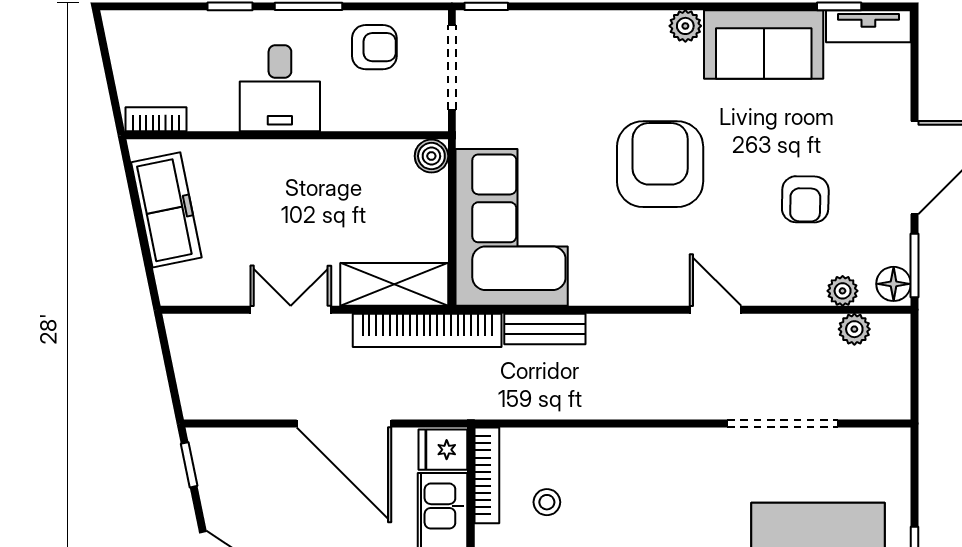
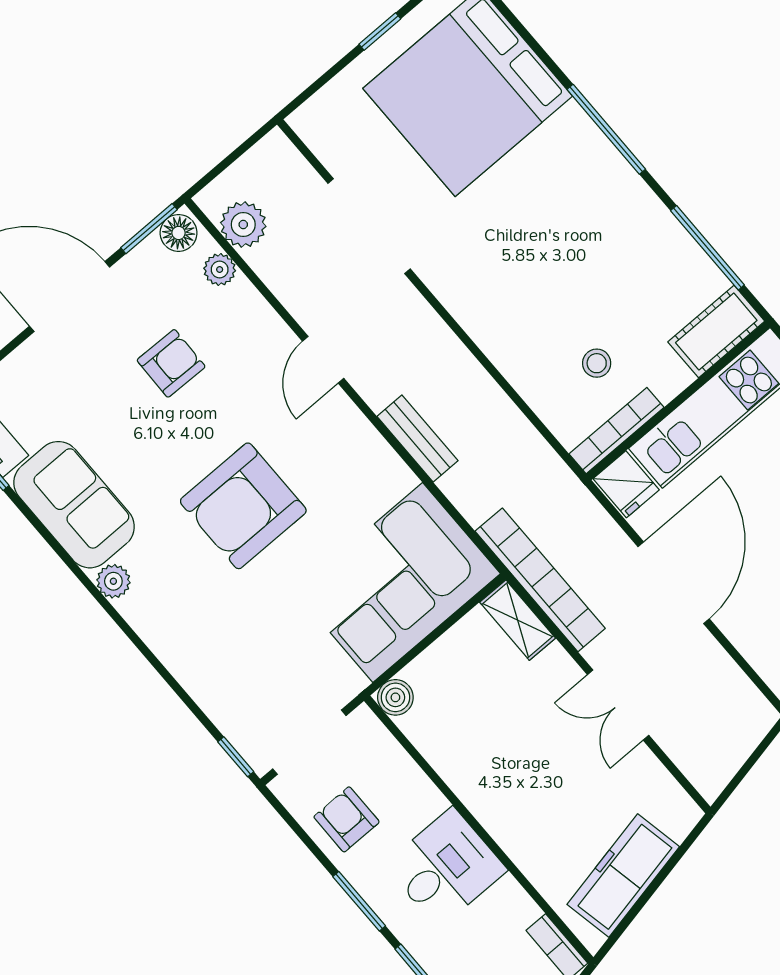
shelving: (394, 284) -> (518, 620), width x0.67, depth x0.75
bench: (545, 329) -> (418, 438), moved
plant: (854, 329) -> (243, 225), width x1.38, depth x1.38

